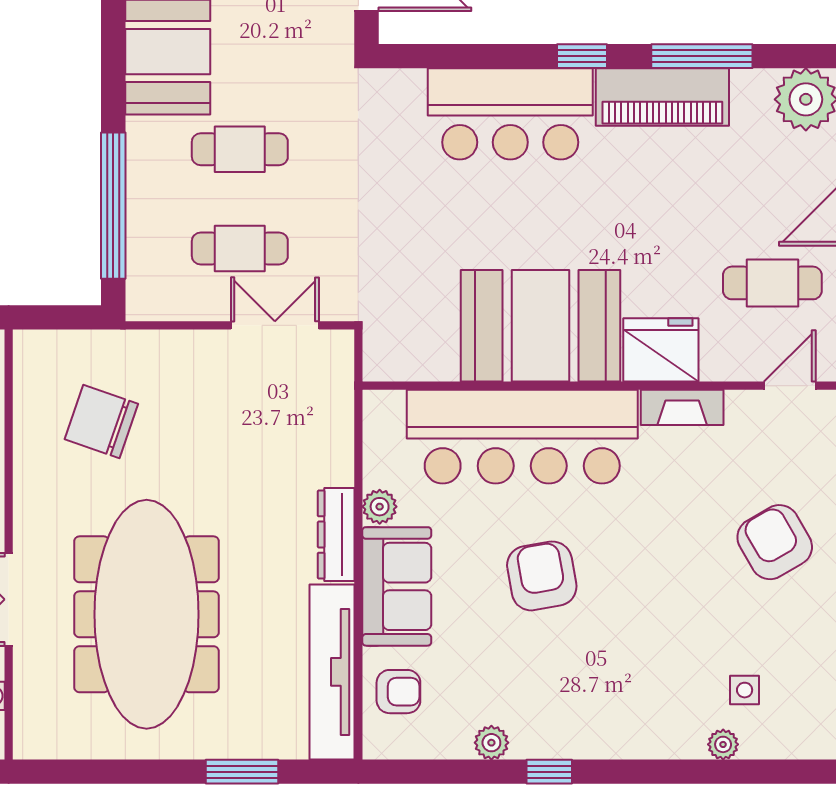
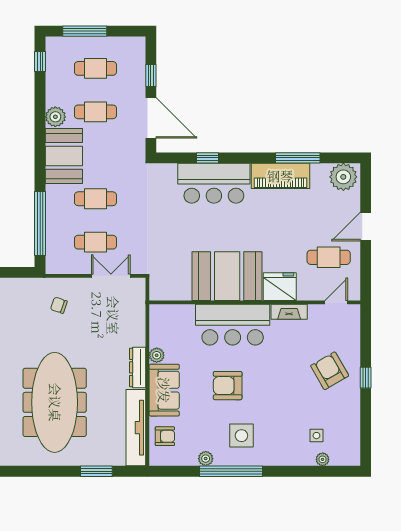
window: (582, 56) -> (207, 158), moved
chair: (101, 422) -> (59, 305), moved, width x0.54, depth x0.54
bar counter: (522, 437) -> (233, 325), width x0.73
armchair: (542, 576) -> (228, 386), turned -80
side table: (573, 690) -> (241, 436), added
plant: (723, 744) -> (323, 459), moved
window: (549, 772) -> (231, 471), width x3.17

